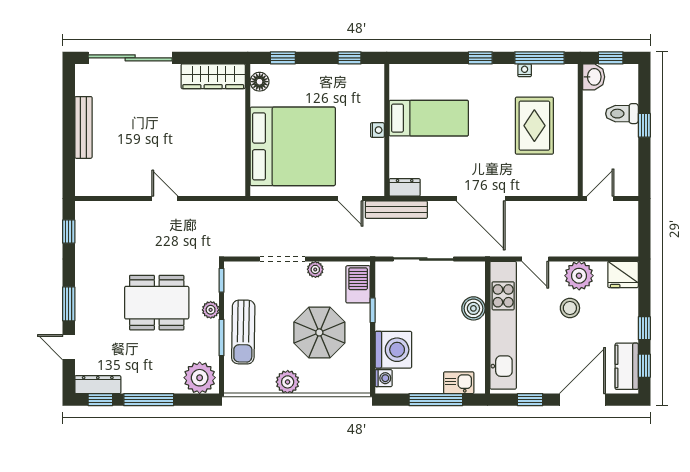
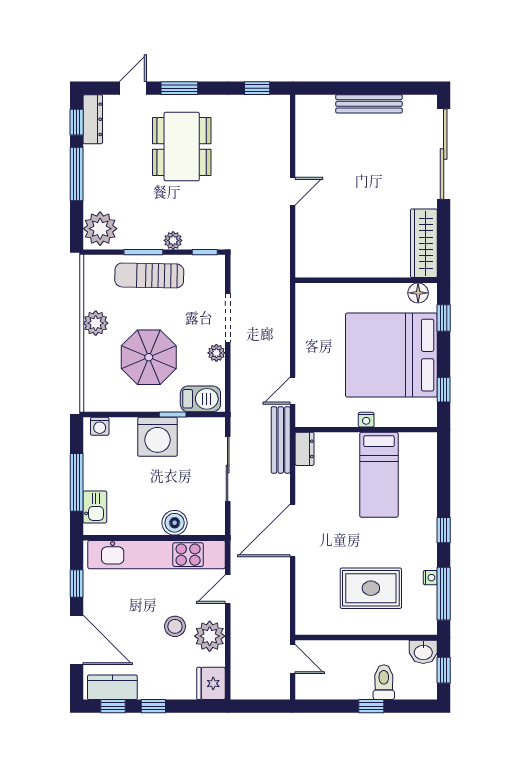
bed: (293, 146) -> (391, 355), moved, turned 90
dining table: (157, 303) -> (182, 146), moved
washing machine: (393, 350) -> (158, 437), moved

